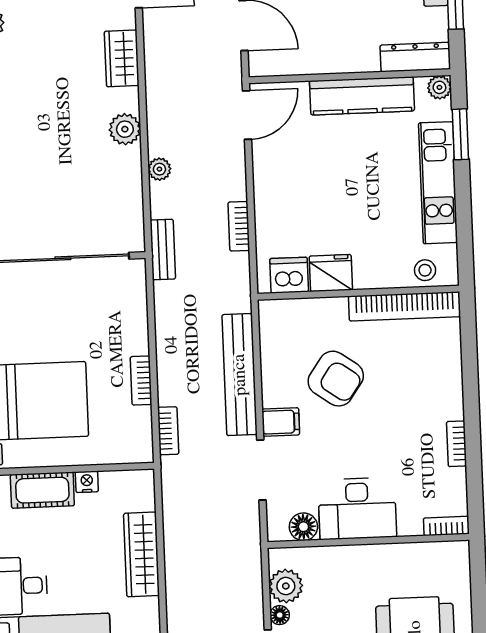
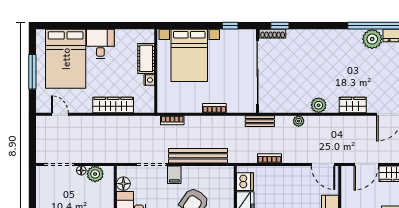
bookcase: (141, 381) -> (214, 108), moved

